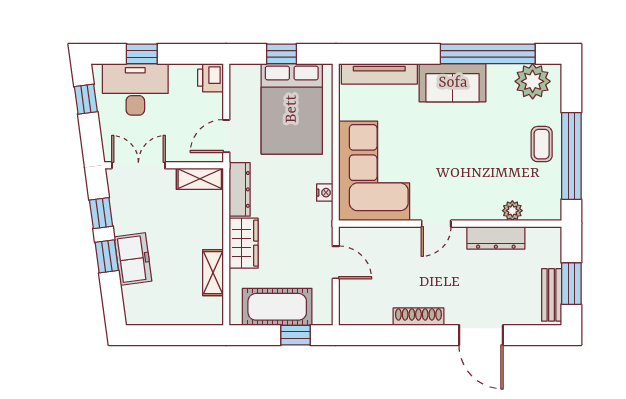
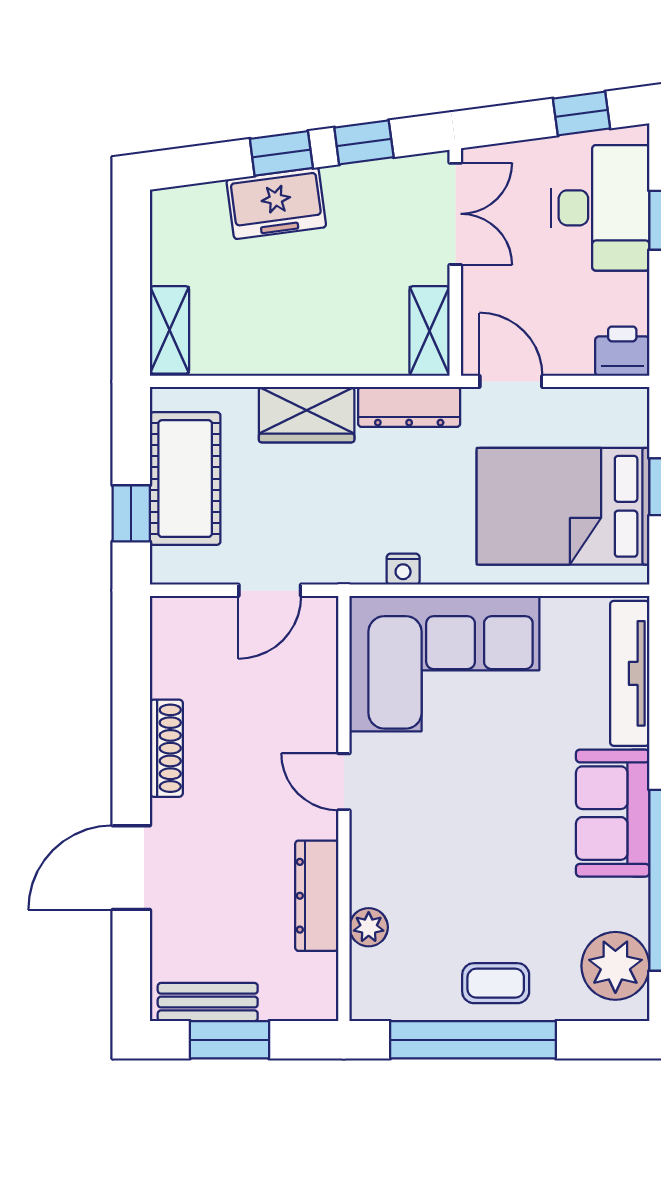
shelving: (213, 273) -> (169, 330), moved, turned 90

